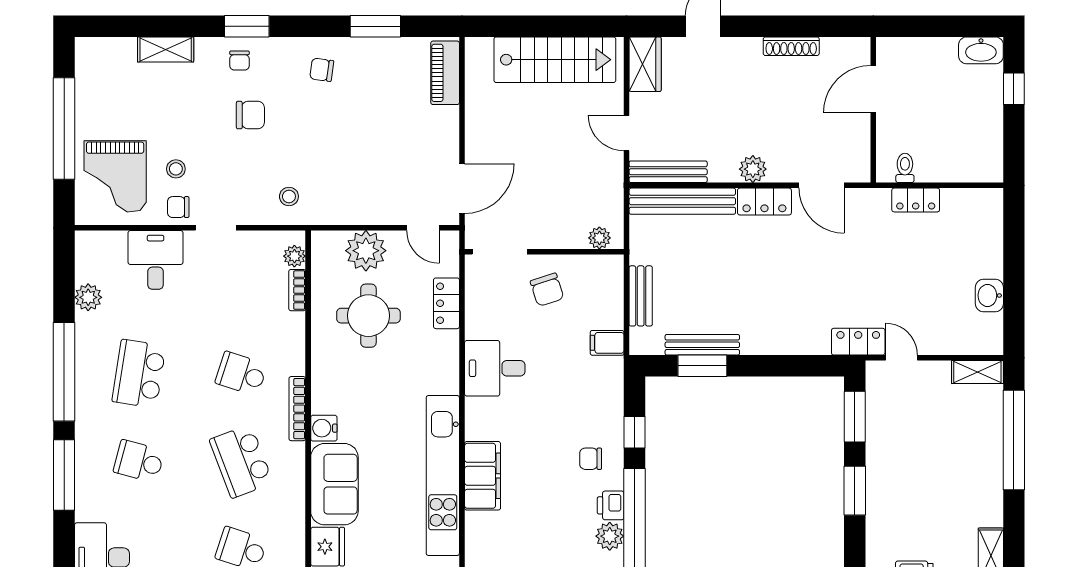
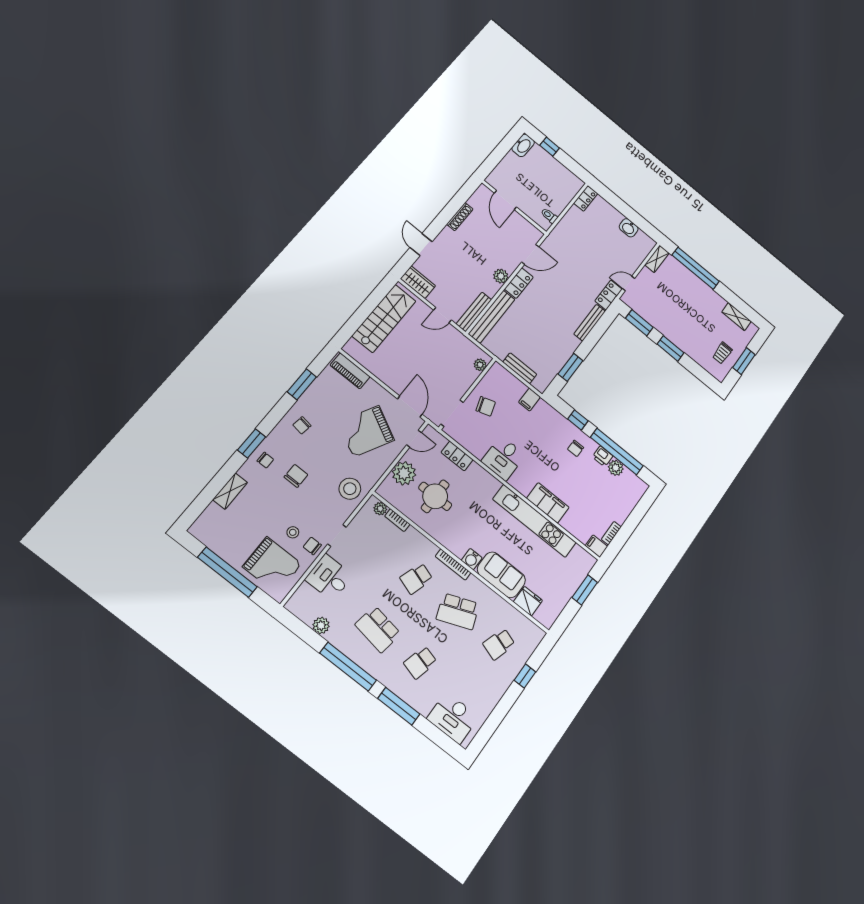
grand piano: (382, 158) -> (366, 431), added
stool: (289, 196) -> (350, 489), width x1.89, depth x1.89
locker: (916, 200) -> (586, 198), moved
chair: (178, 207) -> (312, 546), turned 90
bench: (702, 345) -> (590, 323), moved

